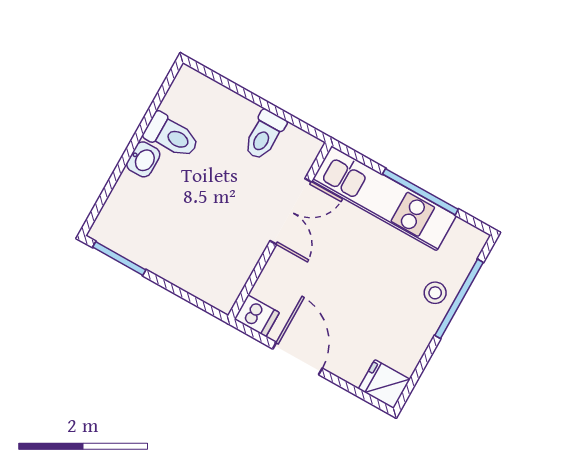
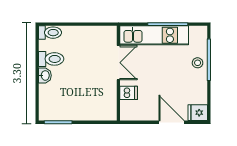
toilet: (264, 135) -> (50, 33), moved, turned -90
dishwasher: (257, 316) -> (129, 93), moved
door: (298, 359) -> (171, 122), moved

